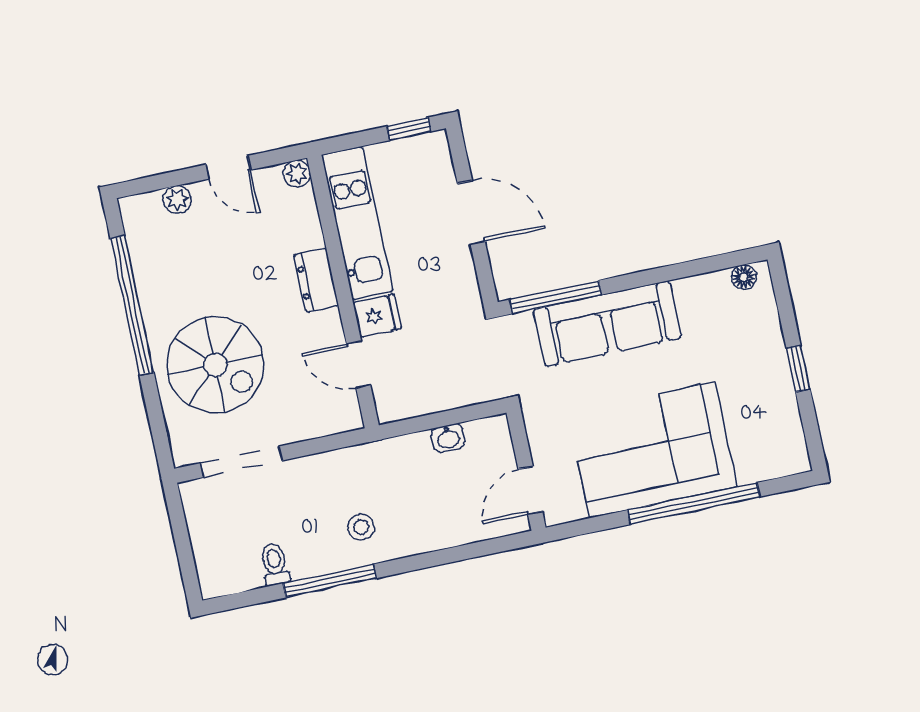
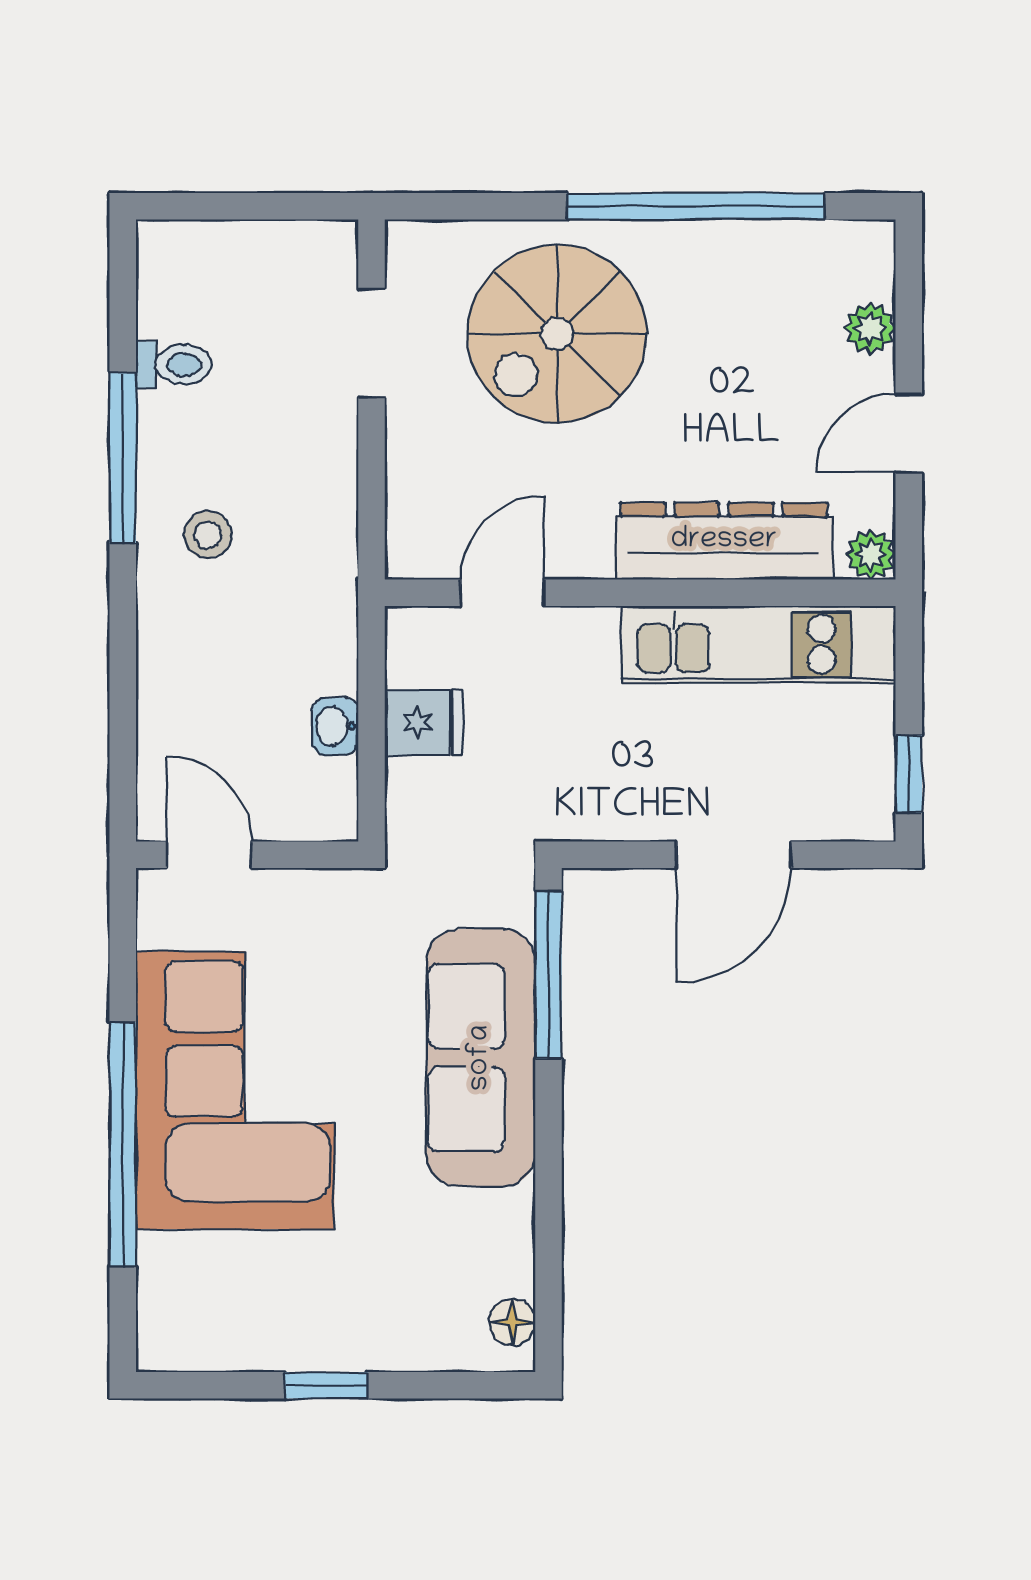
dresser: (316, 280) -> (724, 541), width x1.96, depth x1.24
fridge: (377, 316) -> (424, 722), moved, turned -90
doorway: (241, 462) -> (372, 343), width x0.73

